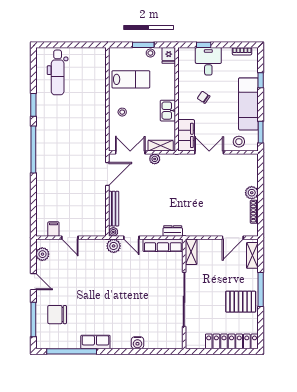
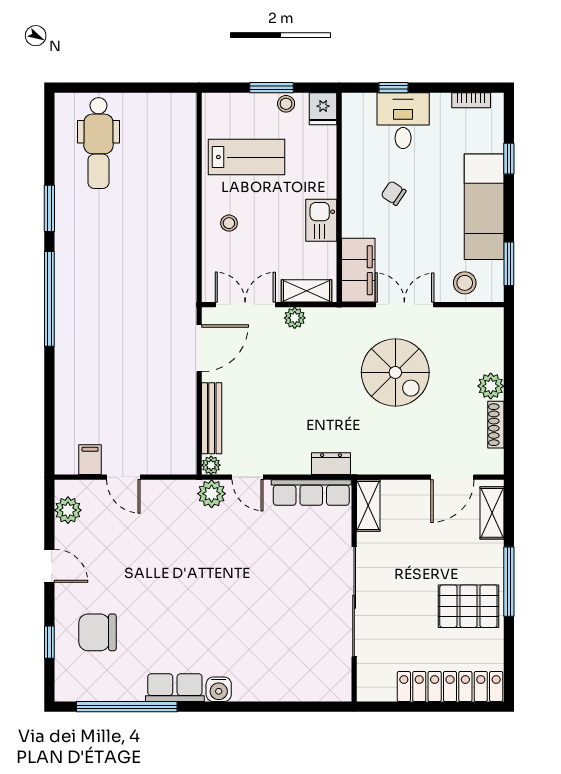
spiral stairs: (205, 186) -> (395, 372), added
window: (33, 319) -> (49, 642), width x0.46
water cooler: (138, 343) -> (219, 689), moved

